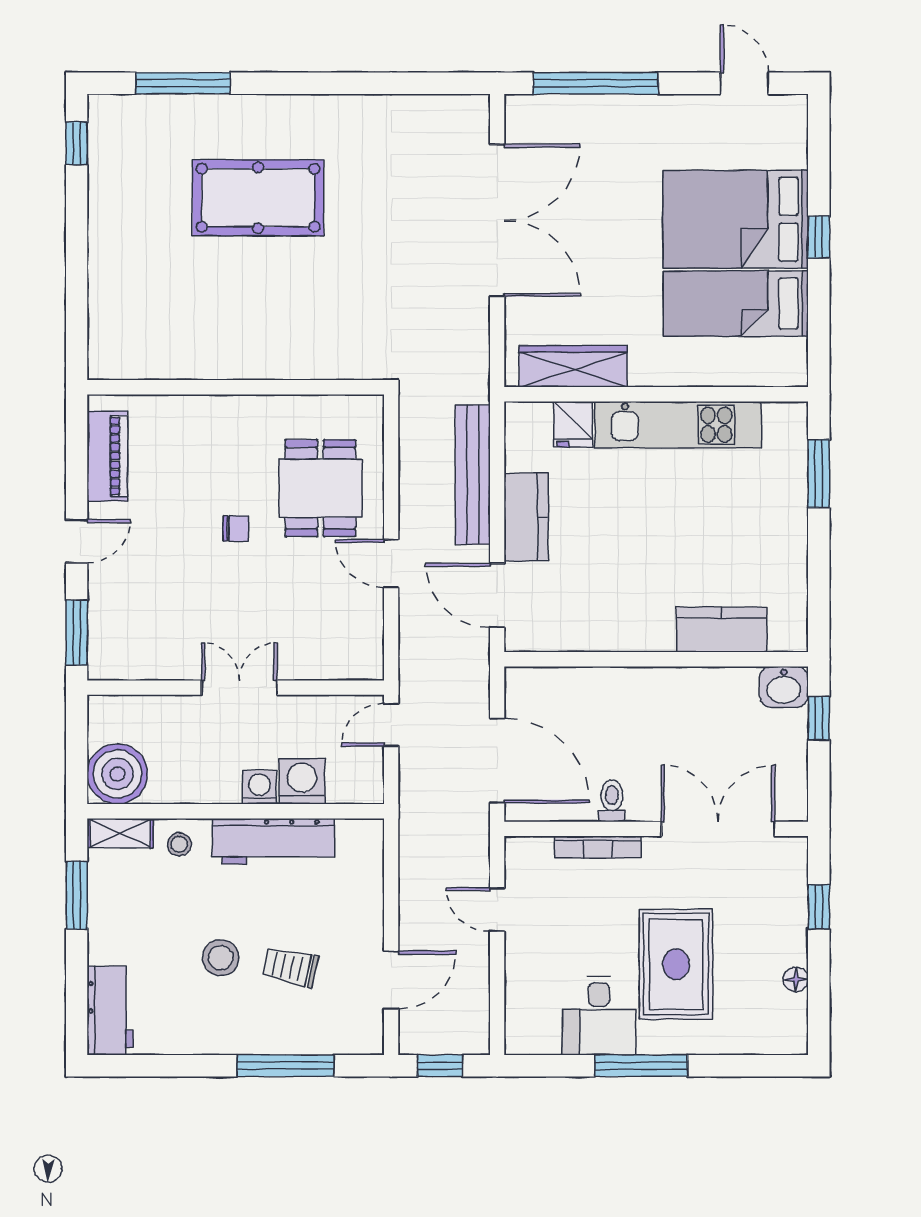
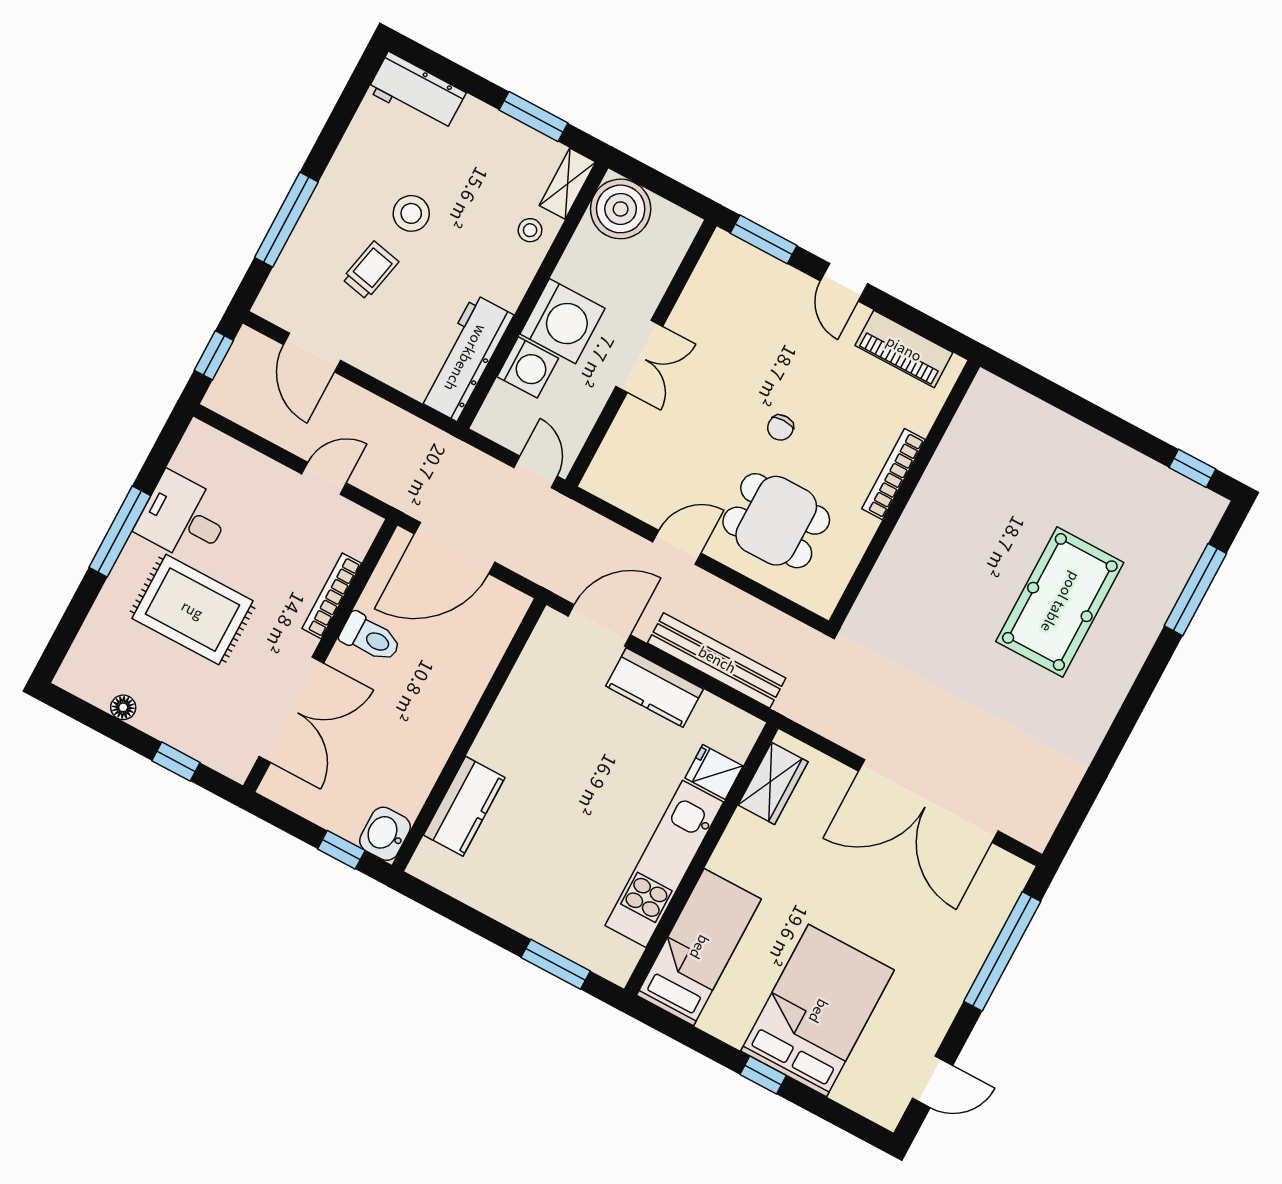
bed: (736, 304) -> (699, 947), moved
wardrobe: (573, 366) -> (773, 783), width x0.67
bookcase: (223, 406) -> (893, 474), added
washing machine: (260, 787) -> (562, 321), width x1.89, depth x1.89
toilet: (612, 801) -> (370, 638), width x1.37, depth x1.39
workbench: (273, 841) -> (465, 358), moved

